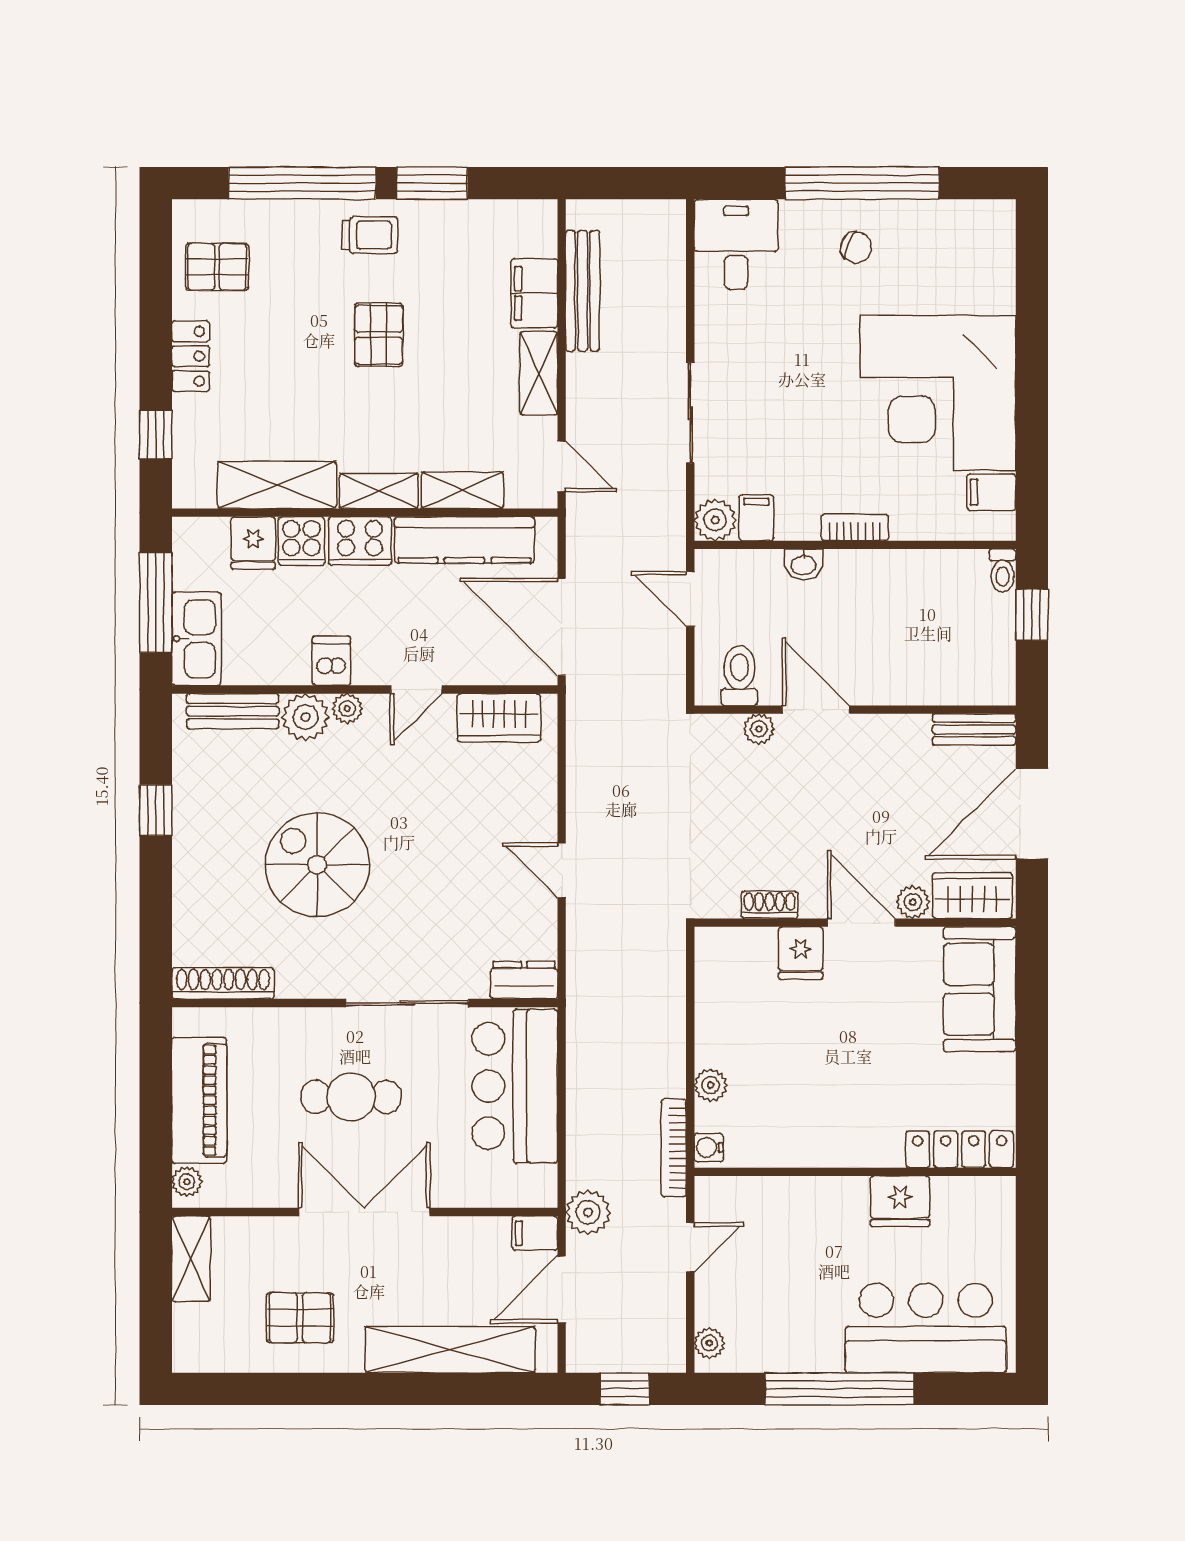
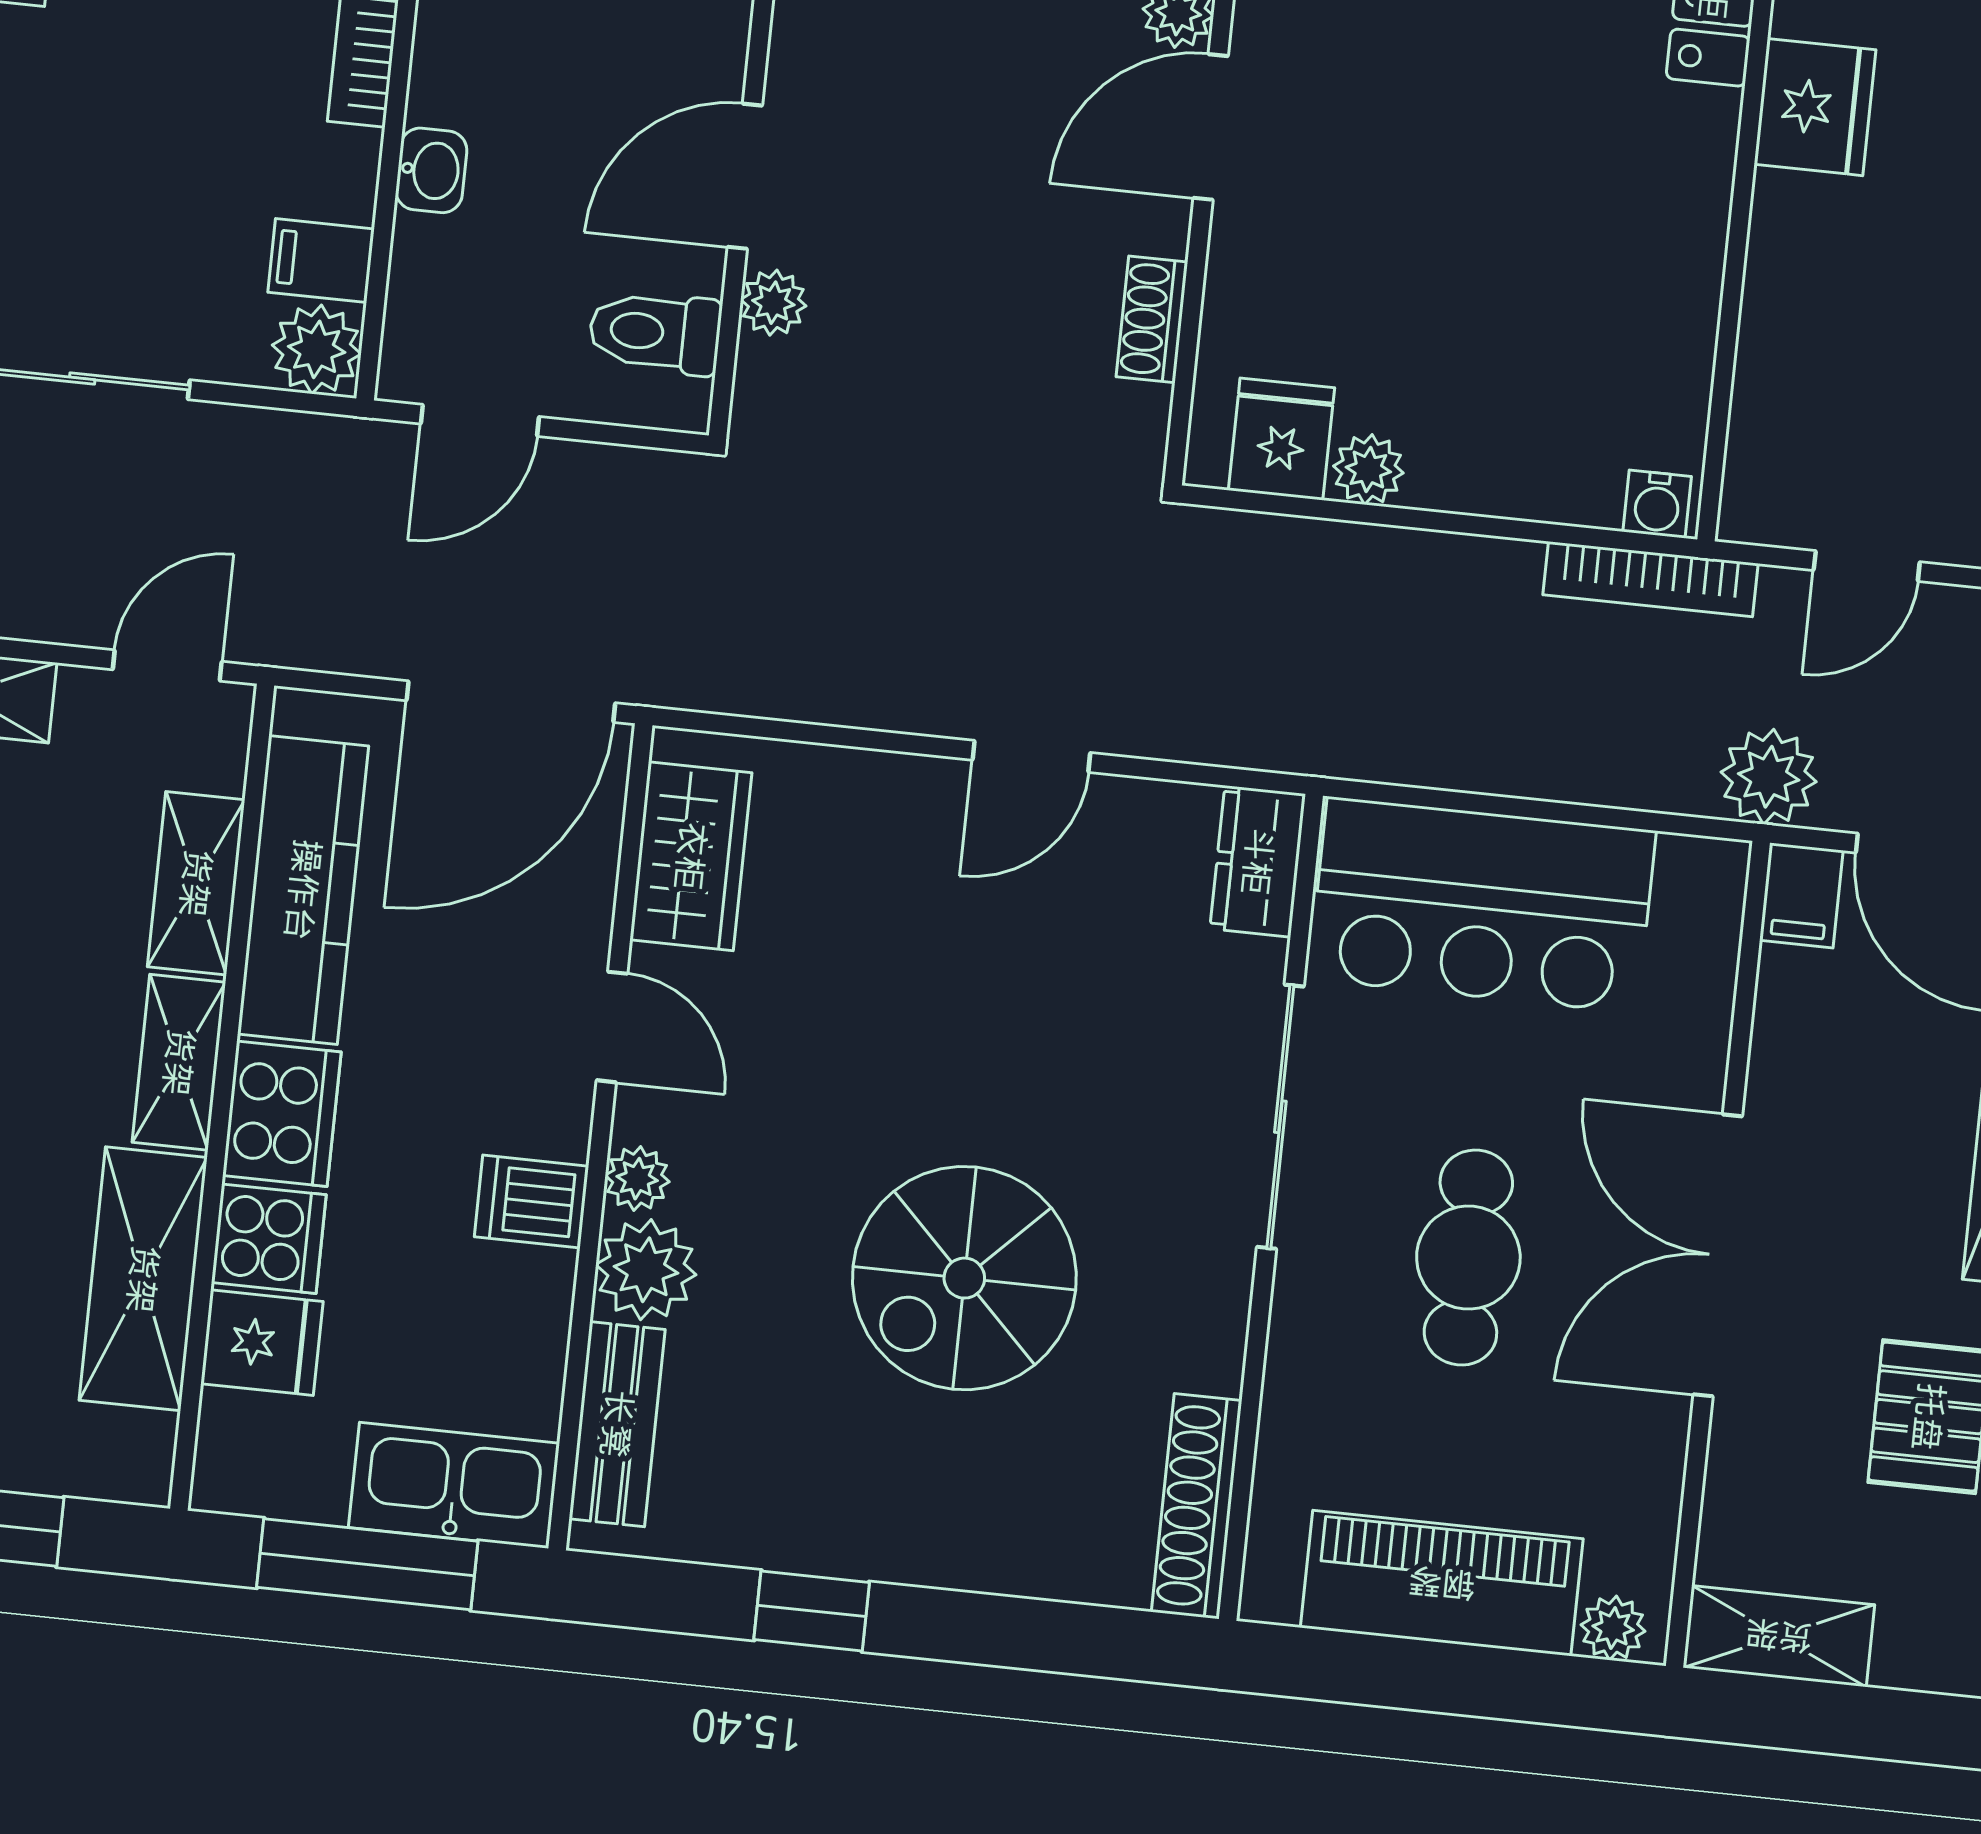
fridge: (801, 953) -> (1281, 439), moved, turned -90
plant: (711, 1085) -> (1368, 470), moved
door: (690, 1247) -> (1867, 566), swing flipped

